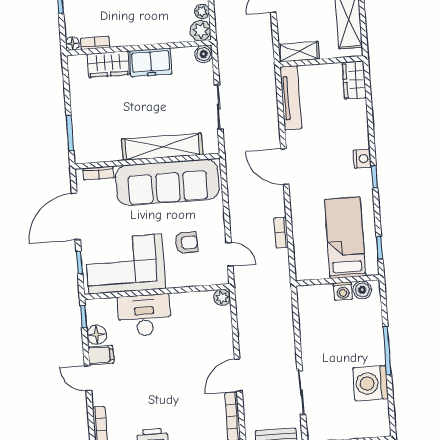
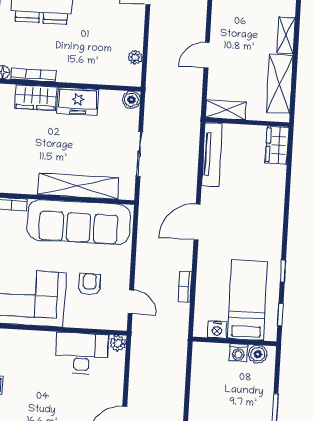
plant: (200, 31) -> (131, 76), removed
bookcase: (95, 43) -> (33, 75), width x1.56
nightstand: (362, 159) -> (217, 330), moved, turned 90
door: (285, 167) -> (197, 222), hinge flipped
window: (374, 177) -> (283, 271), moved
armchair: (186, 243) -> (90, 284), turned -90
desk: (144, 315) -> (82, 353), moved

